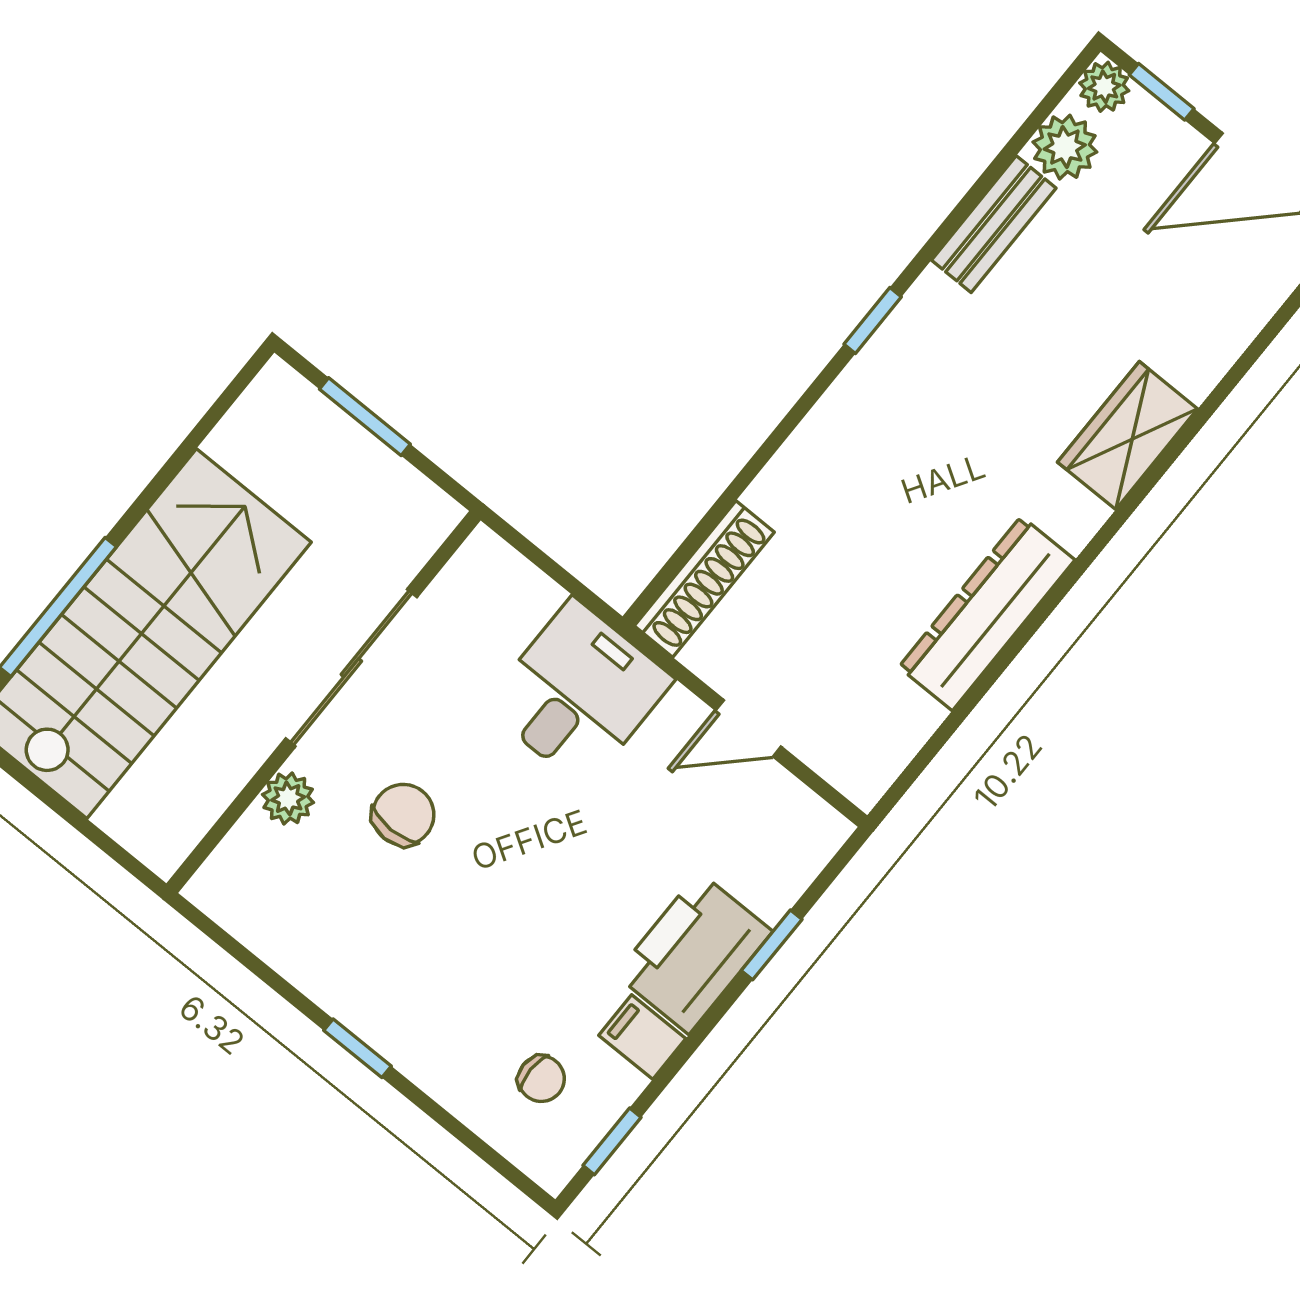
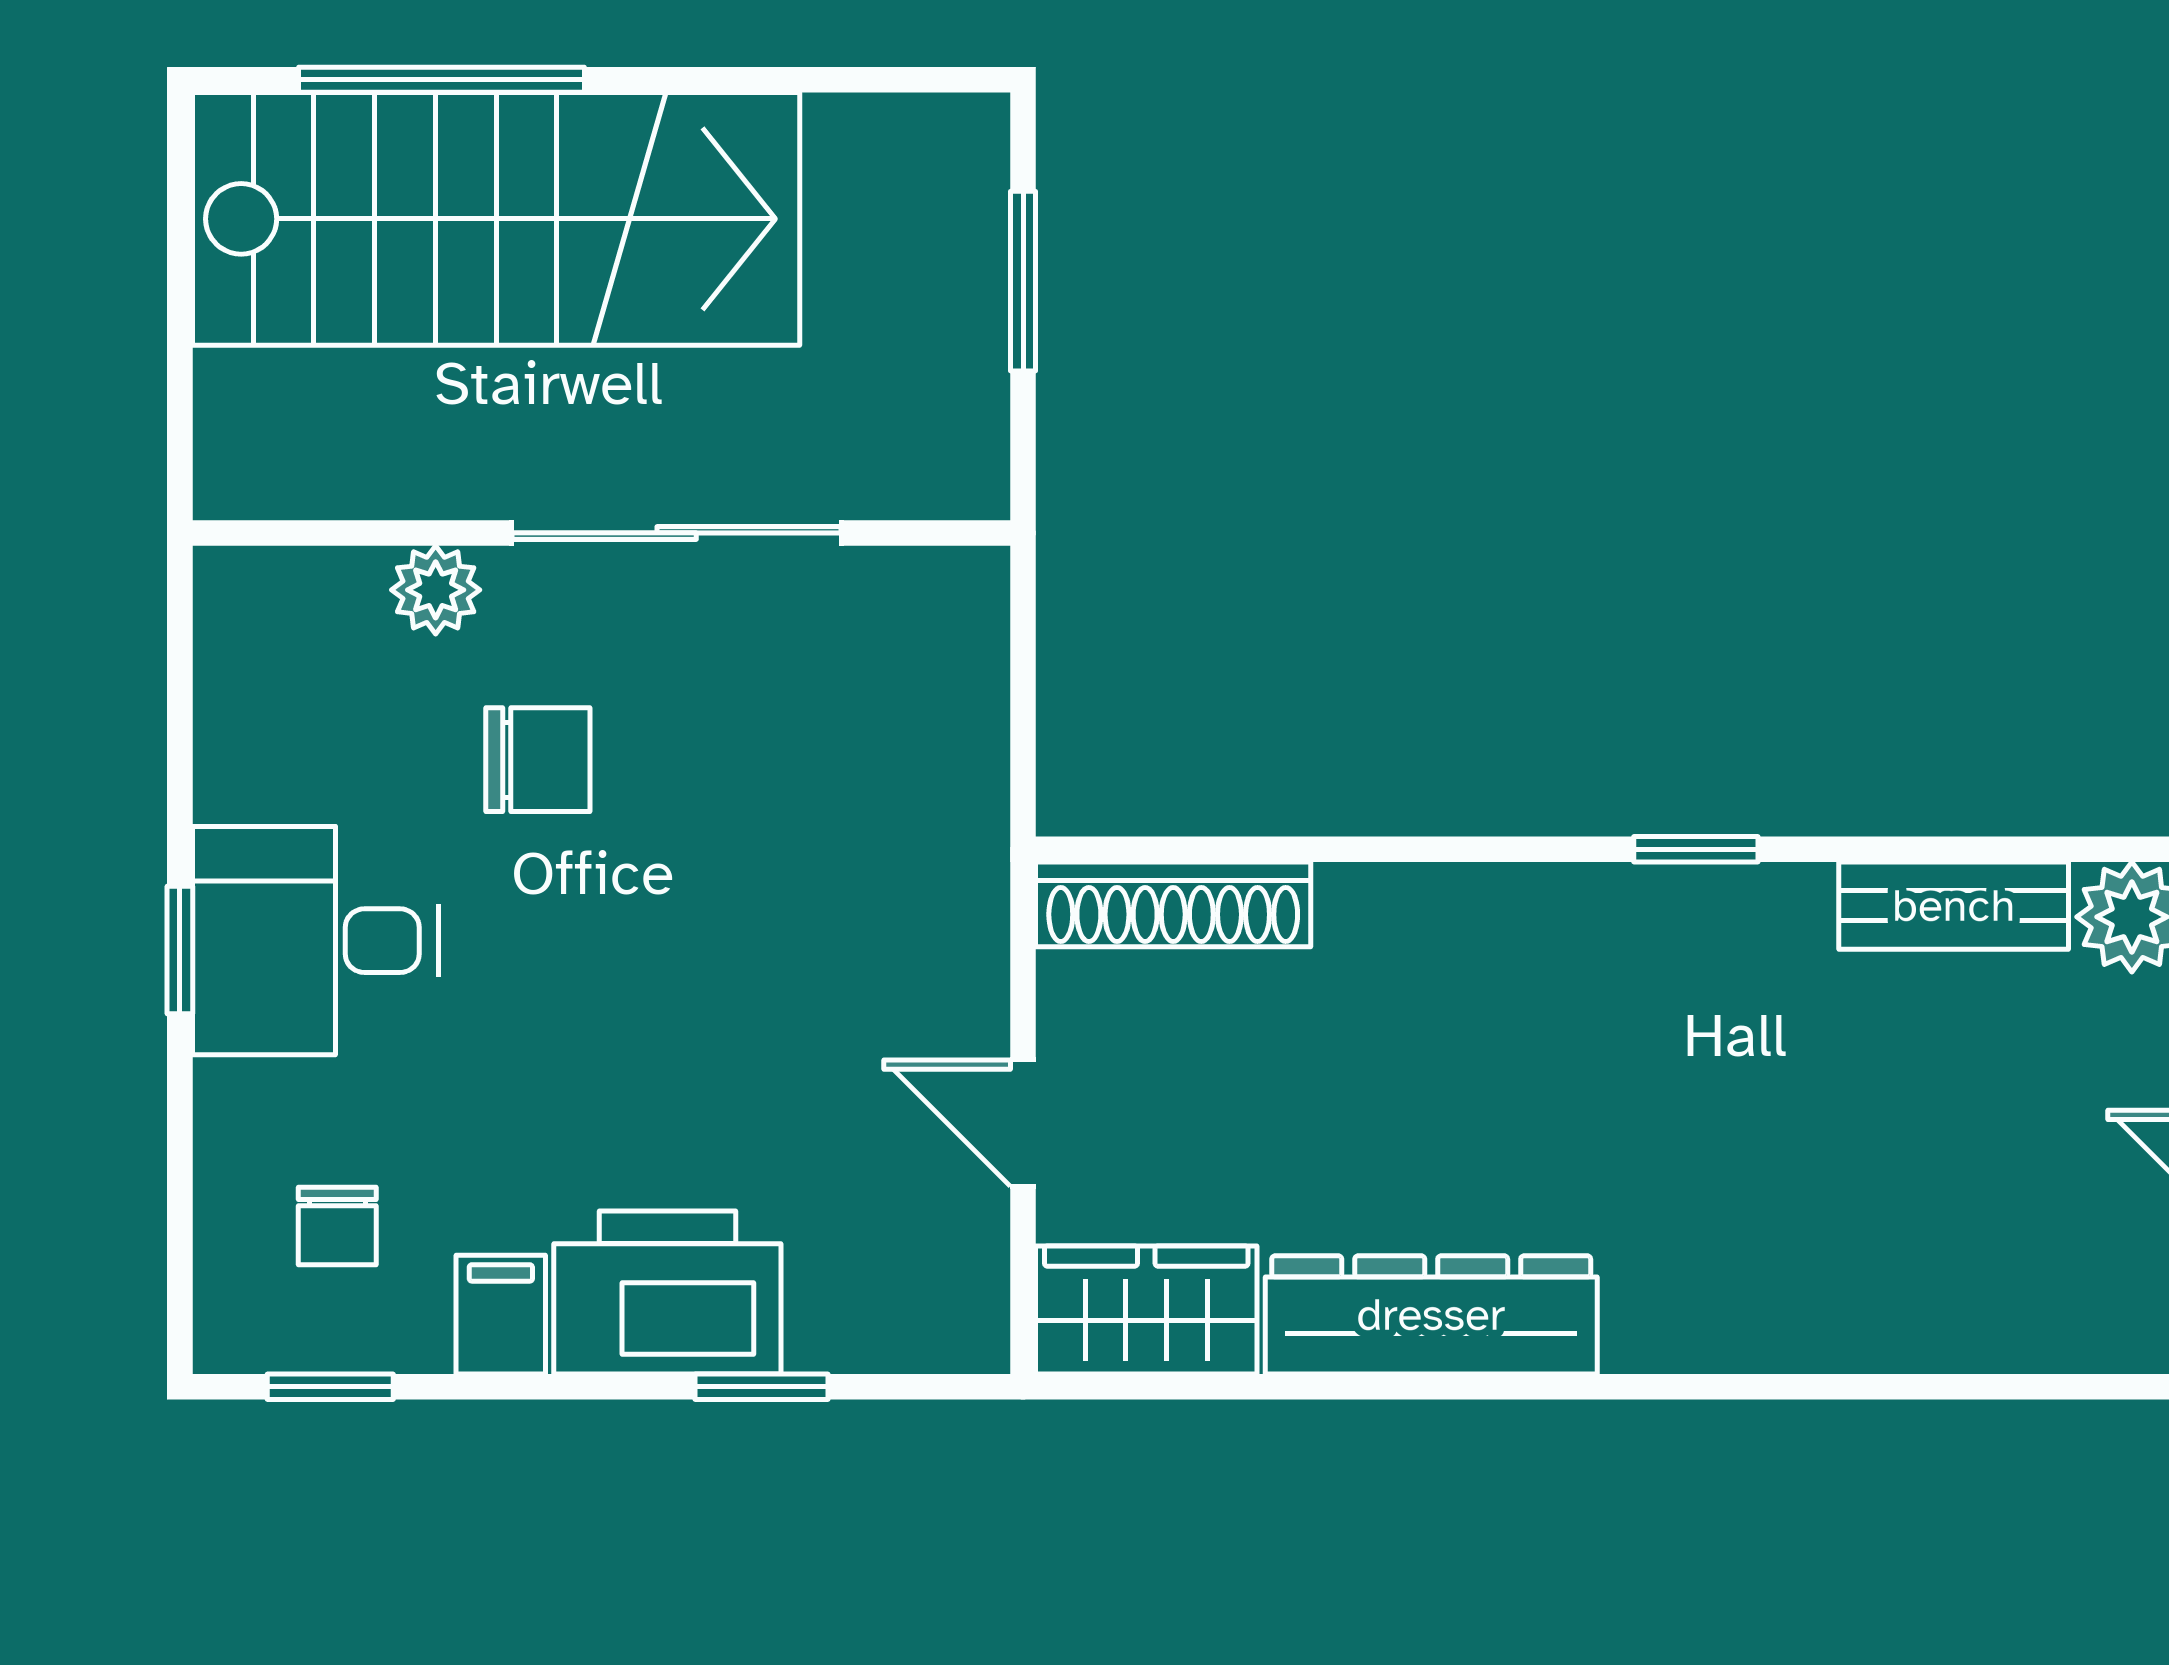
wardrobe: (1128, 436) -> (1146, 1310), moved
desk: (579, 693) -> (316, 941), moved, turned 180

